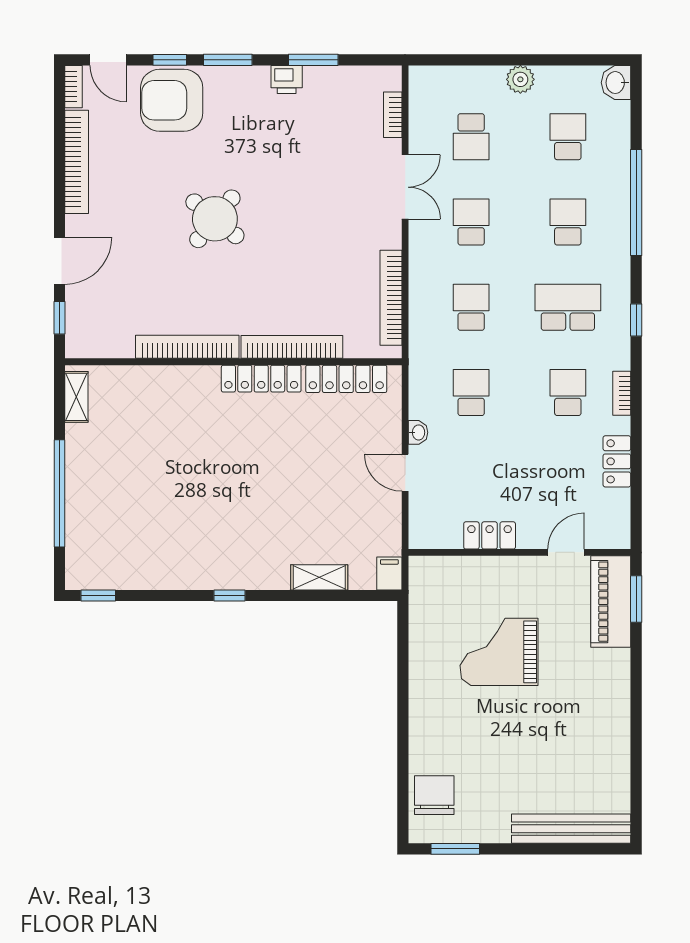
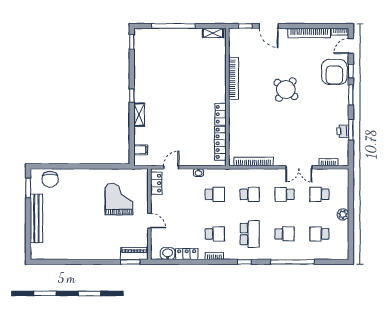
printer: (287, 79) -> (343, 131), moved
washbasin: (616, 83) -> (168, 254), moved
armchair: (172, 100) -> (334, 72), turned 180
school desk: (568, 137) -> (319, 234), turned 180
school desk: (471, 222) -> (285, 194), turned 180
bookcase: (292, 347) -> (233, 121), removed
locker: (261, 379) -> (220, 114), width x0.66
door: (405, 473) -> (171, 167), moved
locker: (490, 535) -> (156, 183), moved
door: (566, 552) -> (149, 221), moved
filing cabinet: (389, 574) -> (141, 150), moved
shelving: (319, 577) -> (139, 115), moved
piano: (611, 602) -> (134, 253), width x0.73, depth x0.75
grand piano: (499, 652) -> (119, 199), moved
chair: (434, 795) -> (50, 179), turned 88
bench: (571, 829) -> (36, 218), moved

